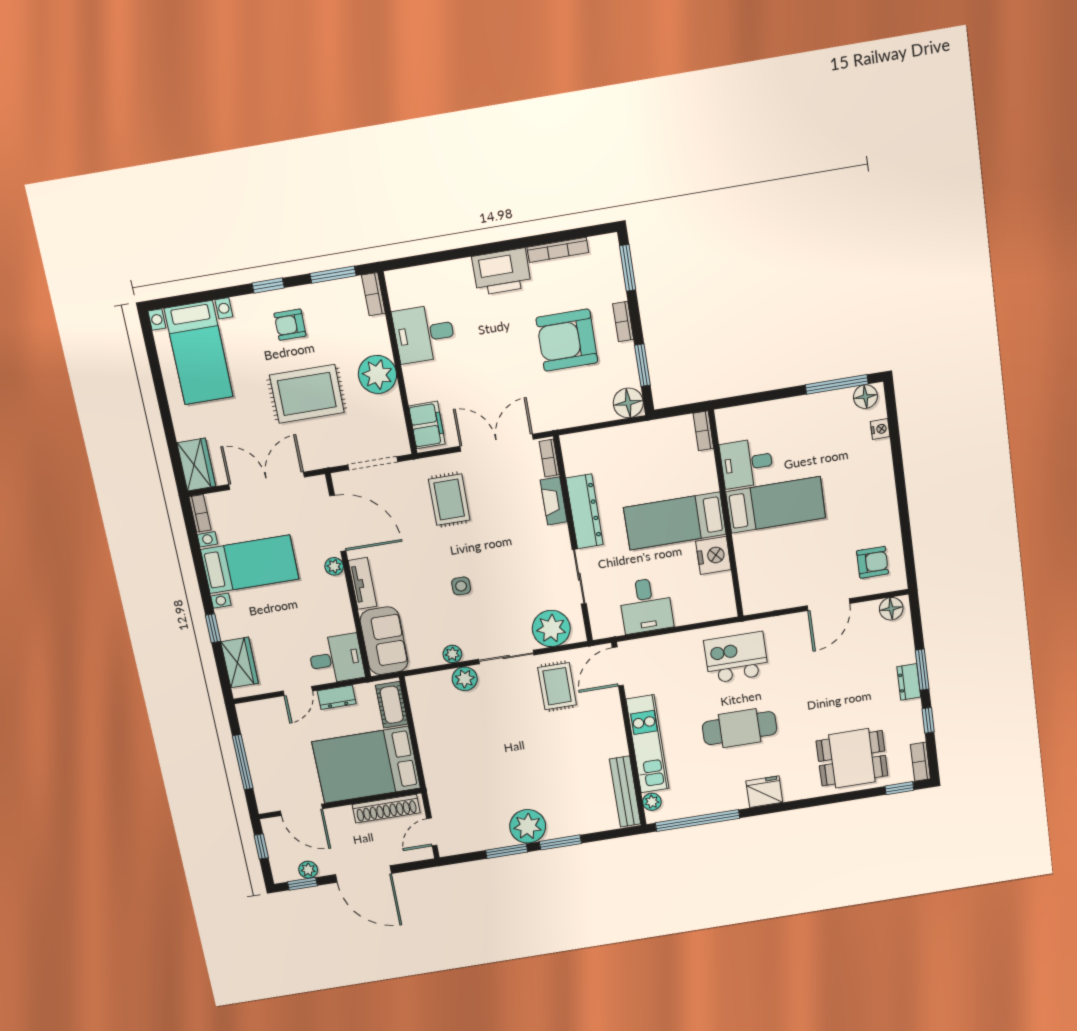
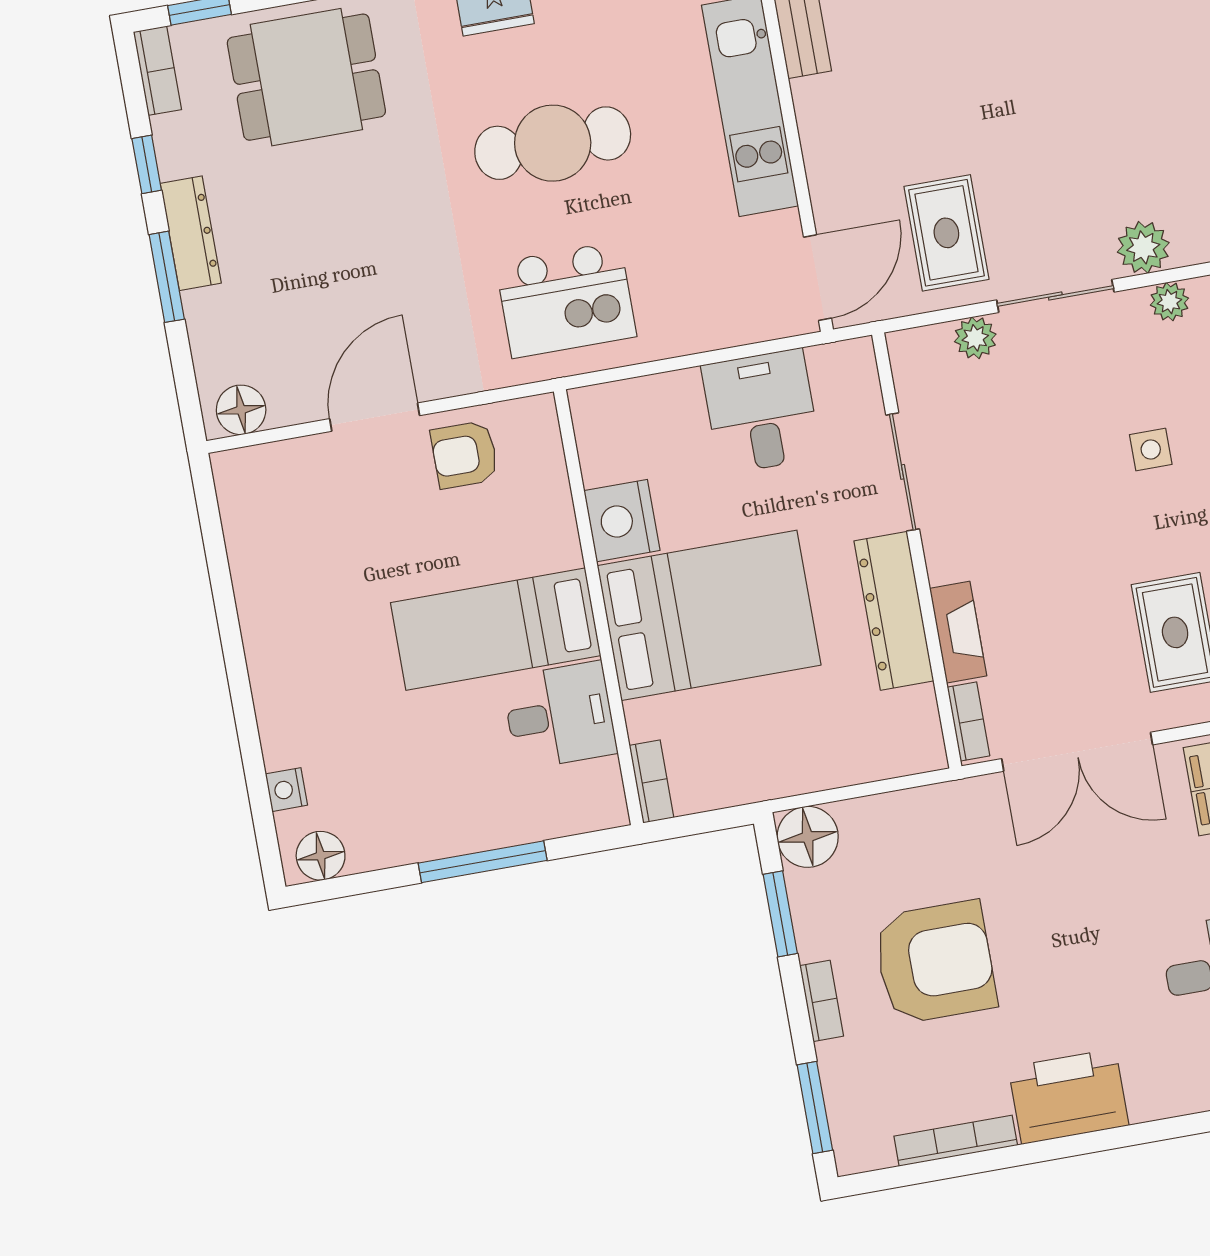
window: (837, 384) -> (483, 862), moved
bed: (675, 521) -> (709, 615), width x1.50
armchair: (873, 562) -> (465, 455), moved
plant: (551, 628) -> (975, 338), width x0.53, depth x0.53
dresser: (909, 682) -> (191, 233), width x1.44

